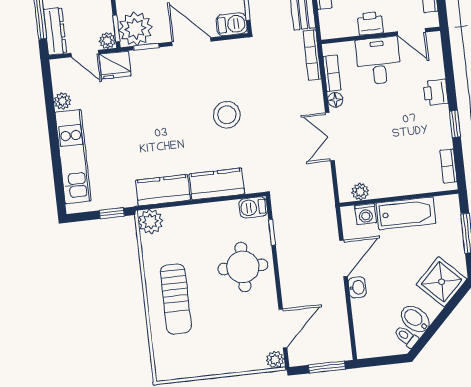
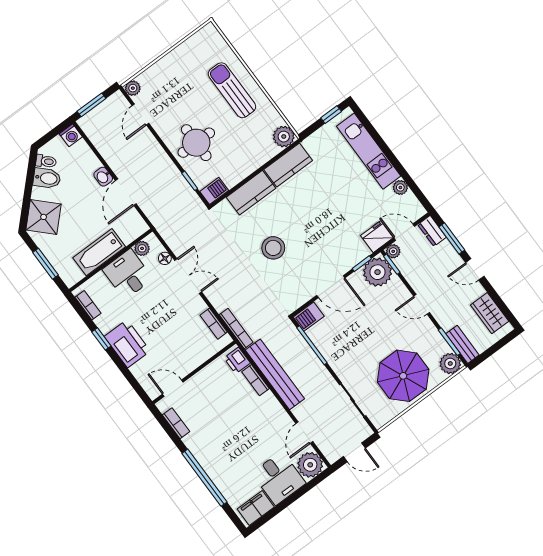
printer: (370, 23) -> (237, 361), moved, turned 90
dresser: (55, 31) -> (432, 231), width x0.70
desk: (378, 61) -> (128, 274), moved, turned 180
printer: (436, 92) -> (127, 344), width x1.87, depth x1.48
floor lamp: (335, 100) -> (165, 258), moved
window: (112, 213) -> (331, 115), moved
washing machine: (366, 214) -> (71, 135), moved, turned 180
door: (283, 328) -> (140, 114), width x0.73

